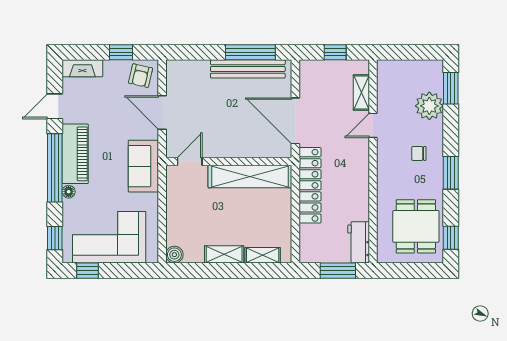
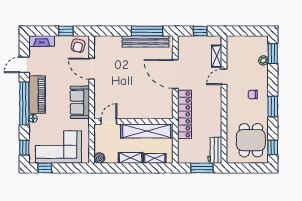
plant: (429, 106) -> (263, 60), width x0.53, depth x0.53
door: (190, 161) -> (109, 122), moved
wall: (229, 161) -> (133, 122), moved
shelving: (250, 177) -> (147, 131), moved

